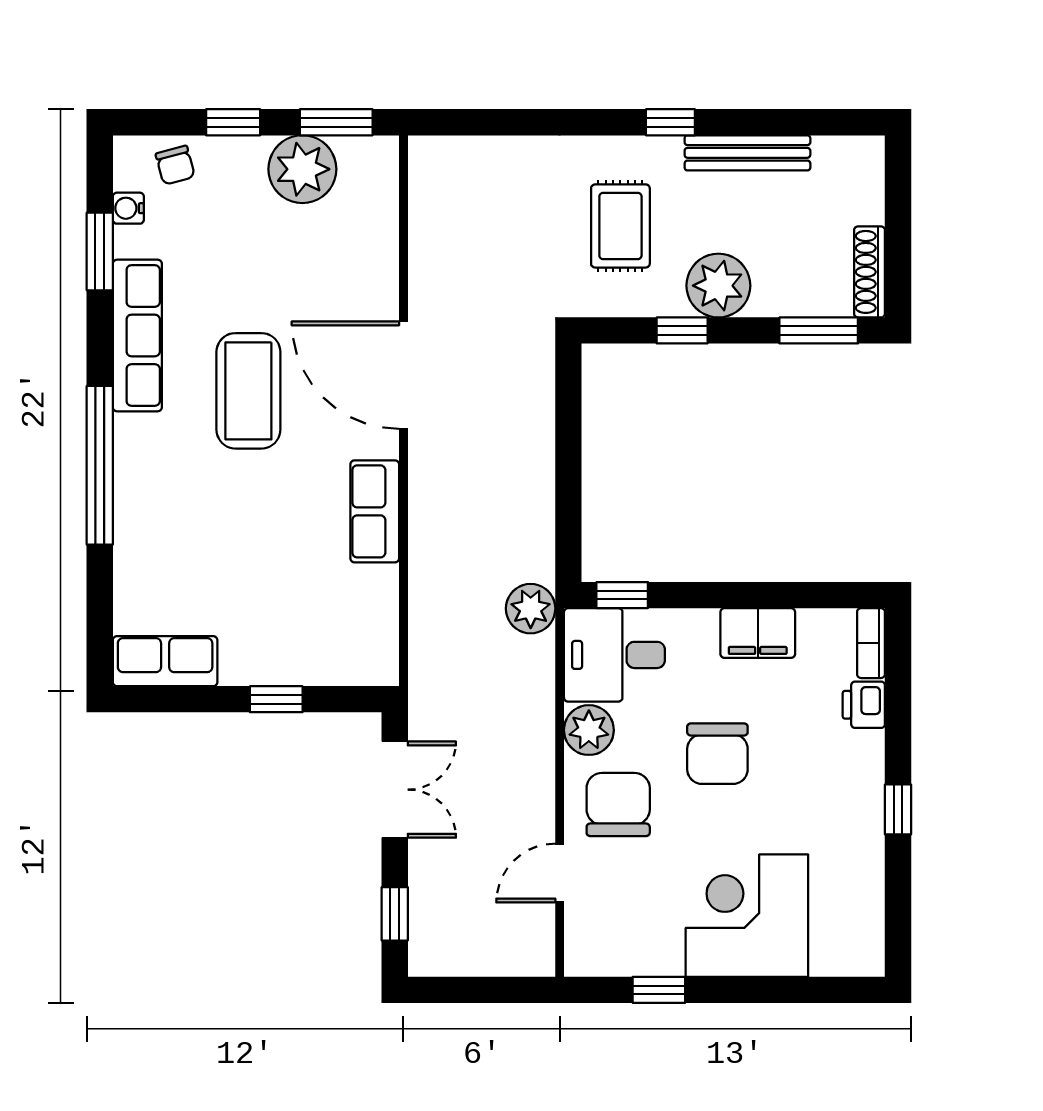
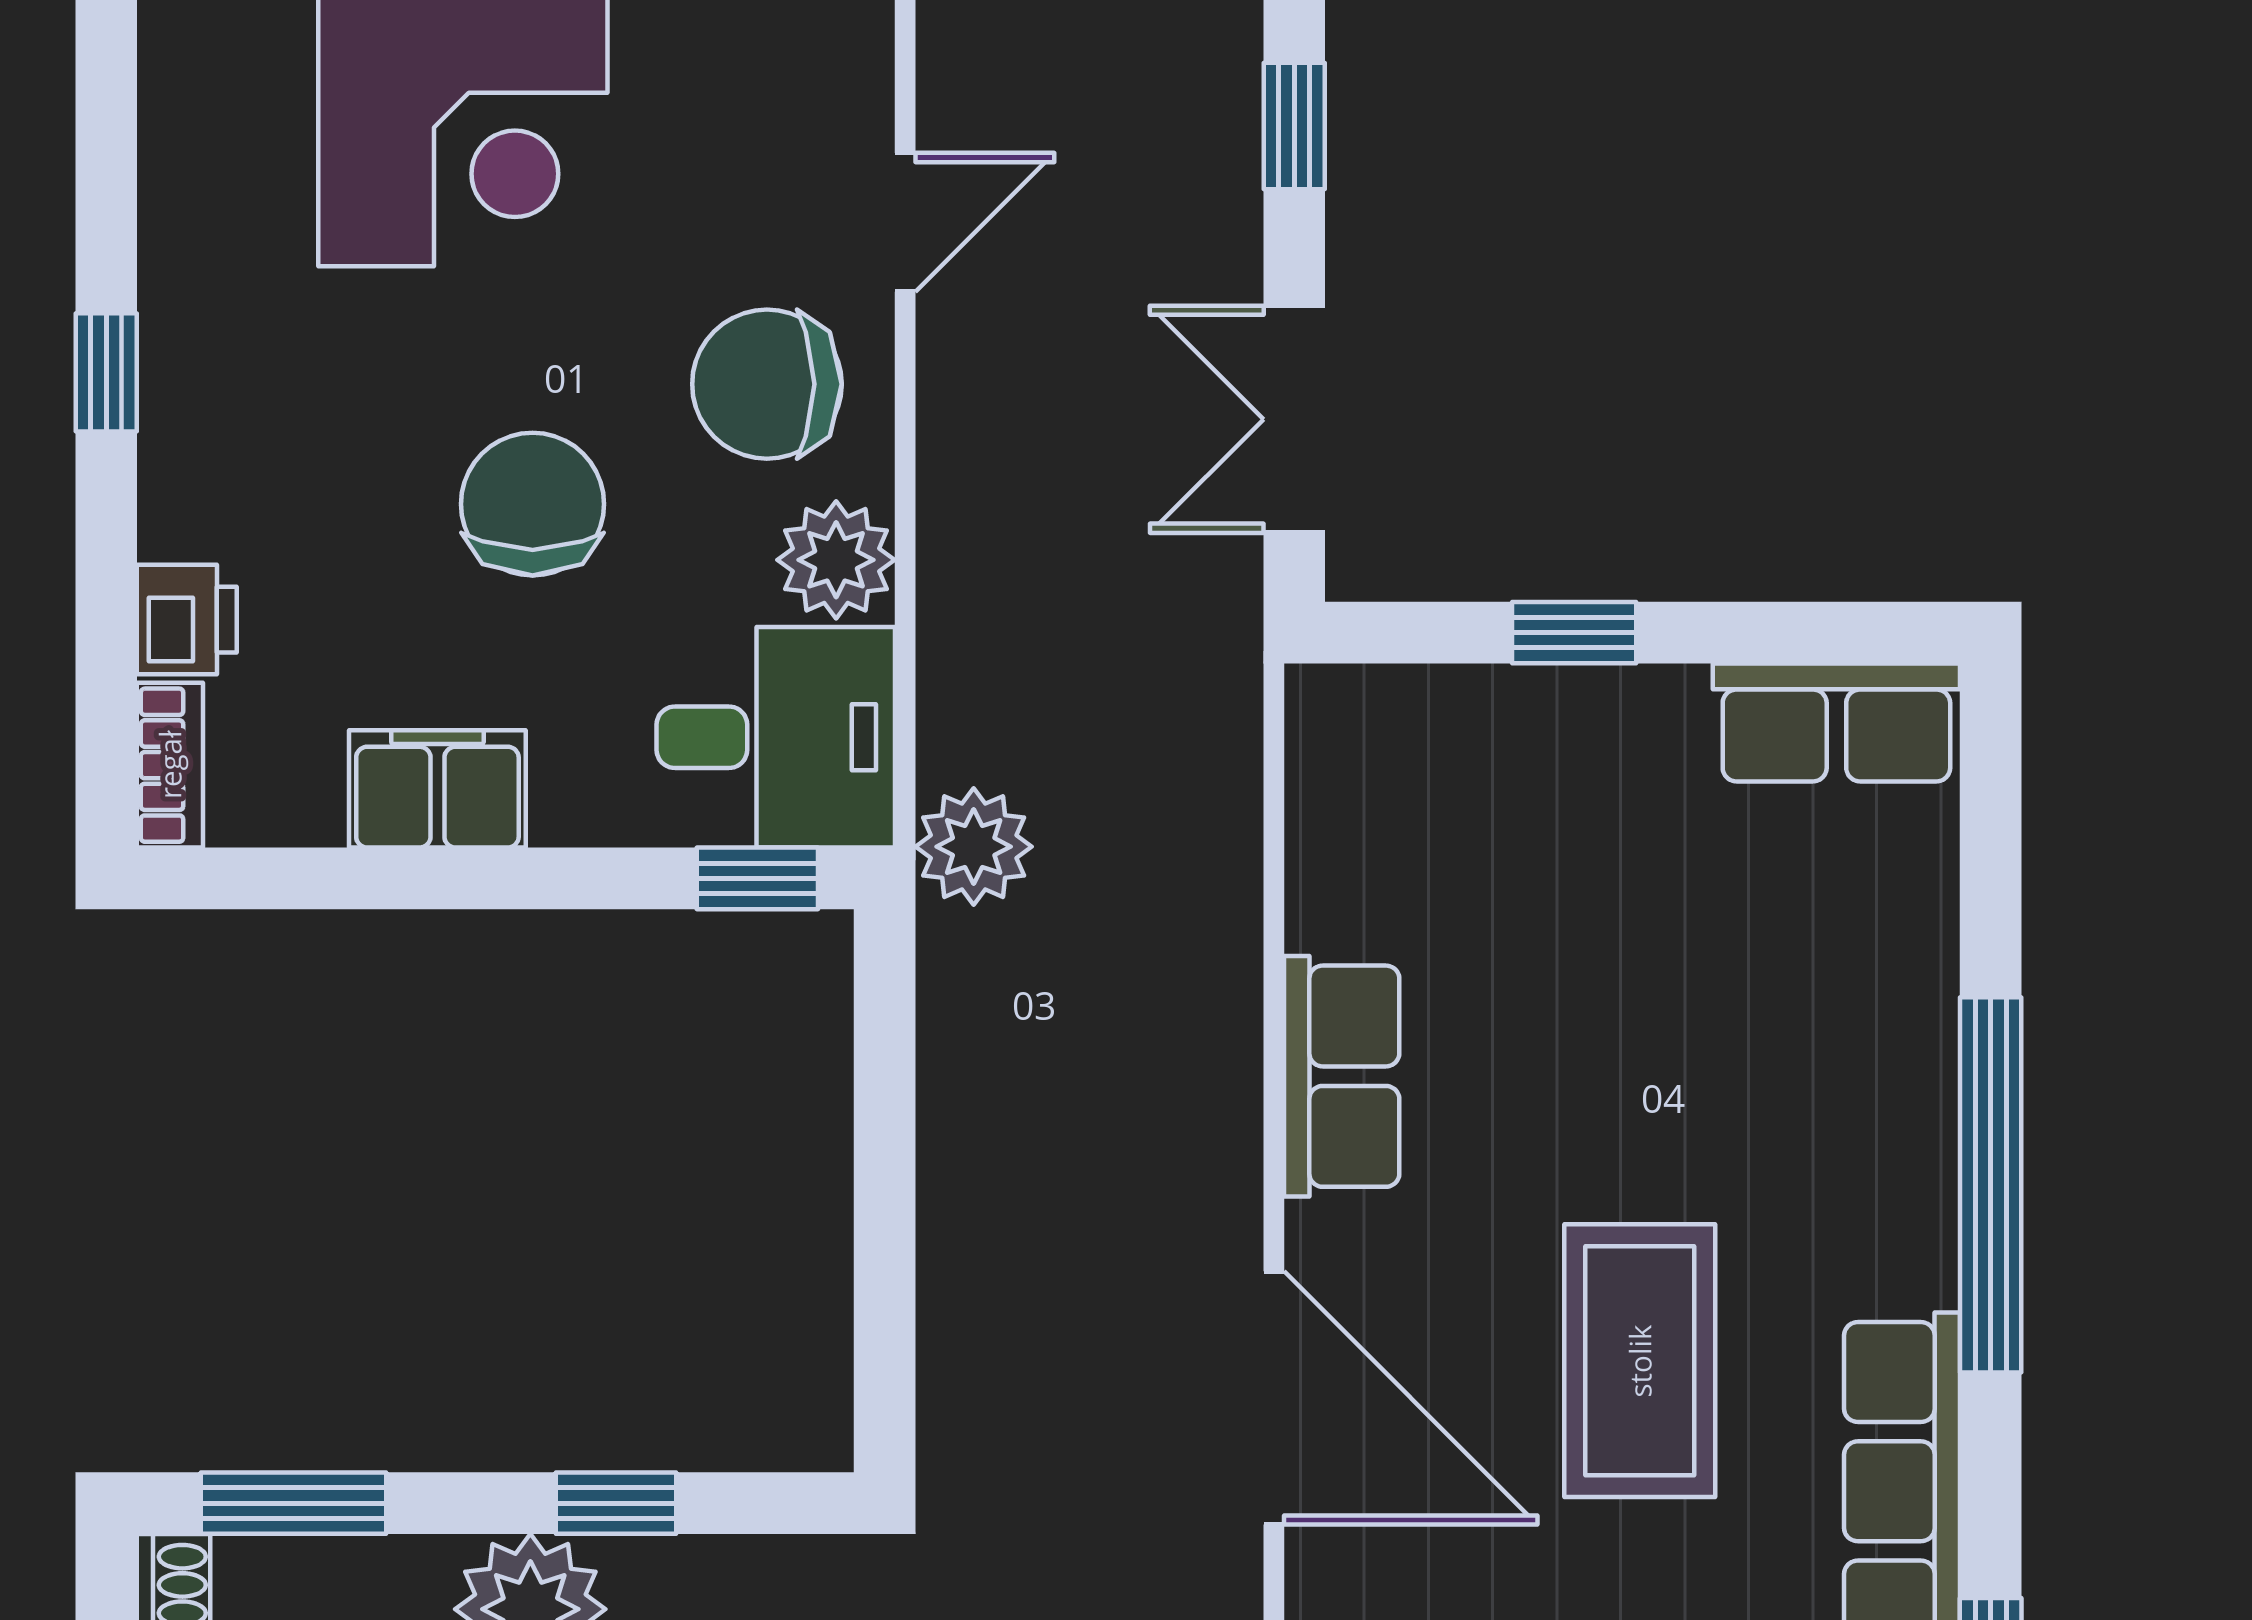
chair: (618, 804) -> (767, 384), turned 90

